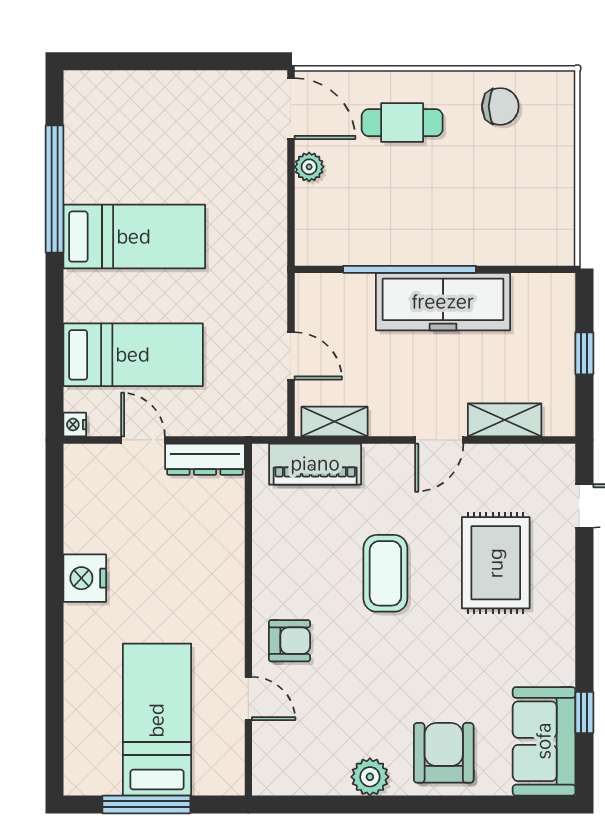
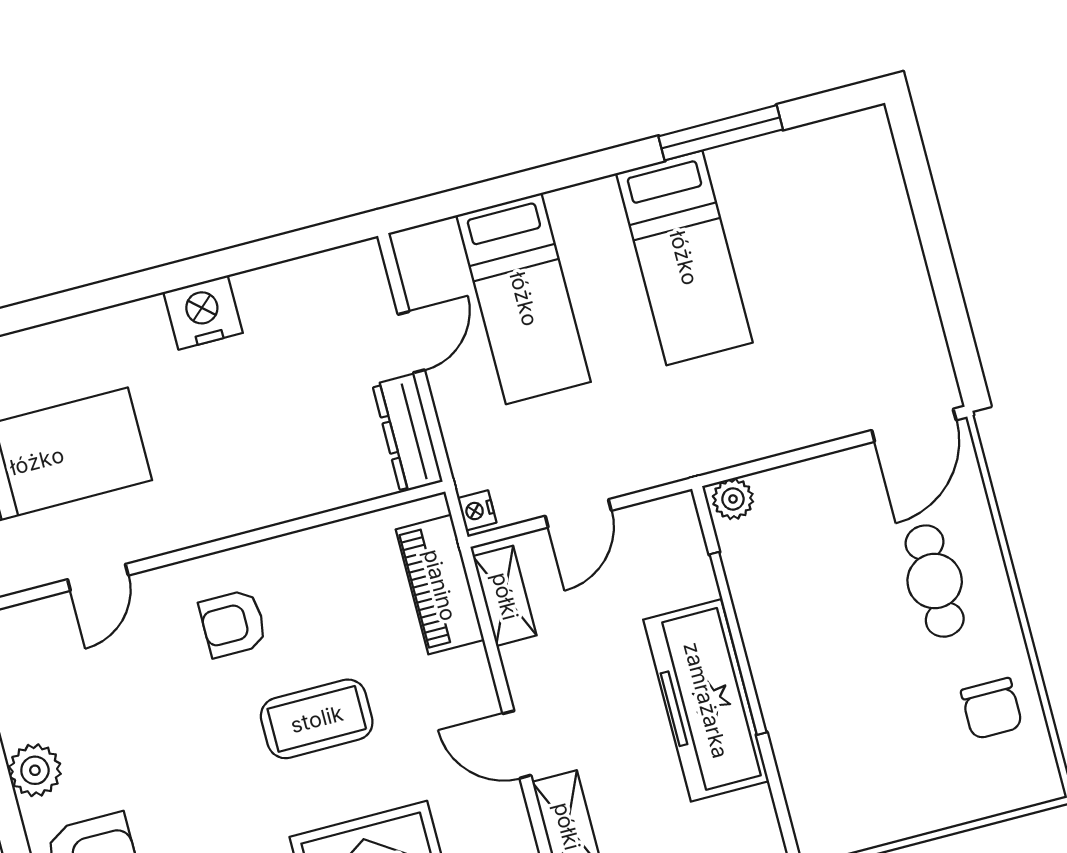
plant: (309, 167) -> (733, 499), moved
window: (55, 189) -> (721, 133), width x0.68
nightstand: (75, 425) -> (477, 510), moved, turned -90
armchair: (289, 641) -> (233, 623), moved, turned 90

